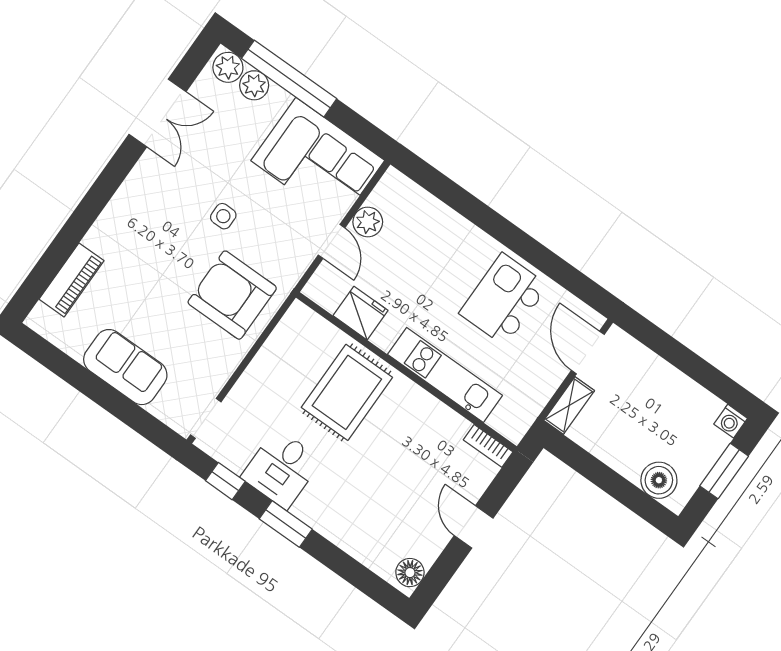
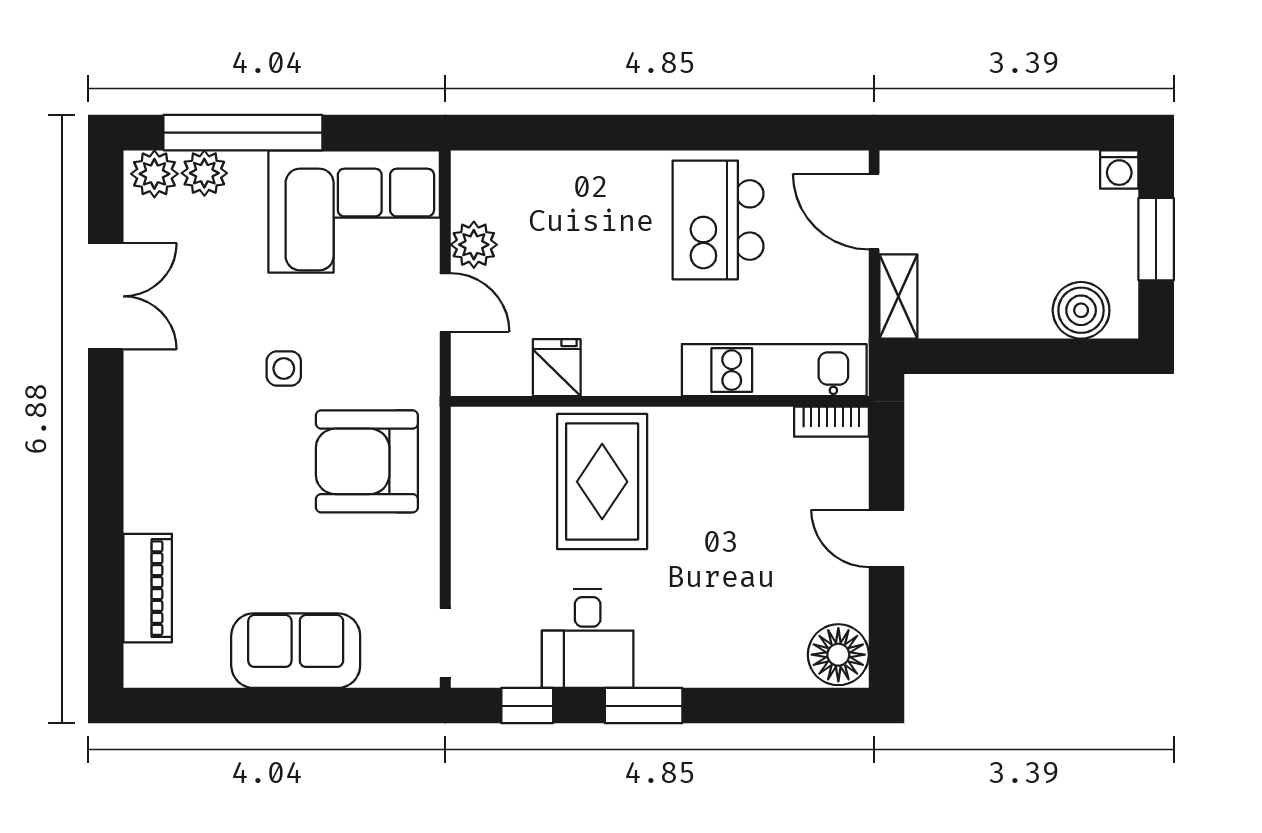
fridge: (361, 313) -> (557, 368), width x0.72
kitchen unit: (445, 375) -> (774, 370), moved
floor lamp: (410, 573) -> (838, 655), width x1.38, depth x1.38

